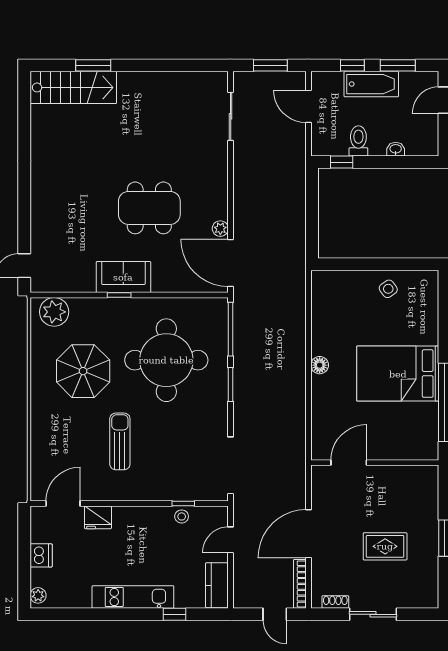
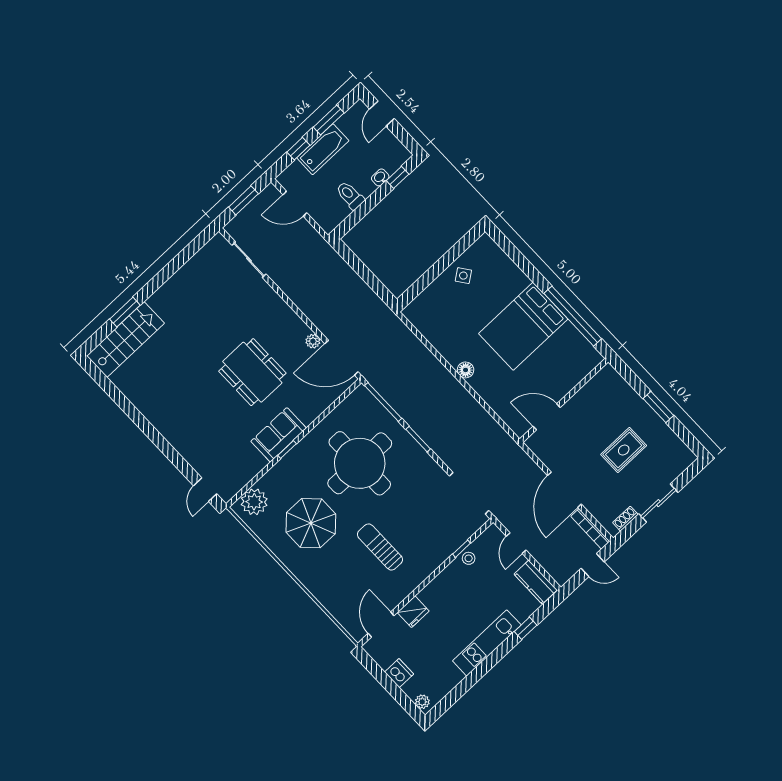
window: (342, 162) -> (398, 177), moved
dining table: (149, 208) -> (252, 372), turned 90
door: (349, 463) -> (547, 417), hinge flipped

